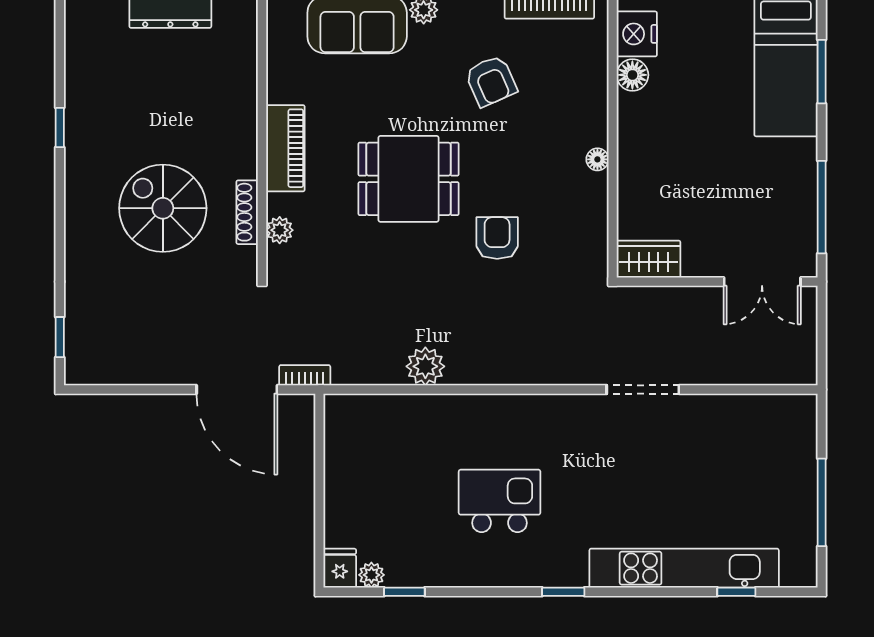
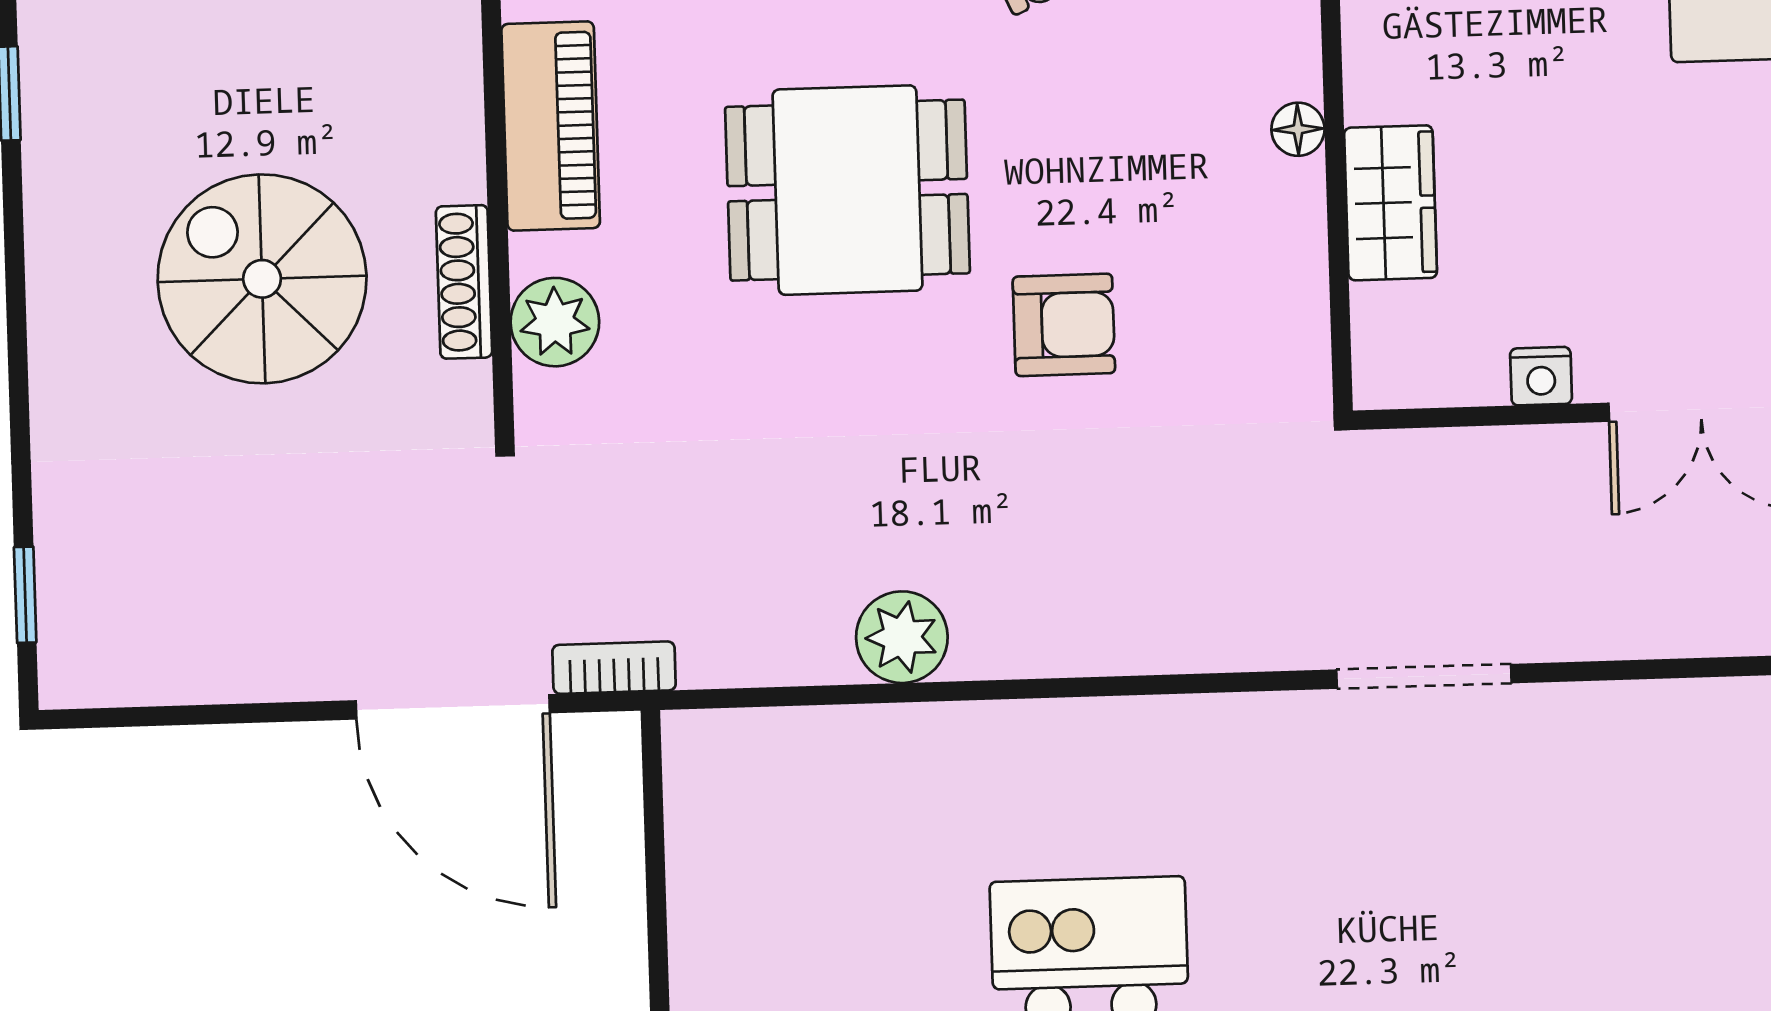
plant: (280, 230) -> (555, 322), width x1.38, depth x1.38
armchair: (497, 238) -> (1064, 325), turned 90
wardrobe: (649, 259) -> (1391, 203), moved, turned 90
nightstand: (696, 266) -> (1541, 376), added

